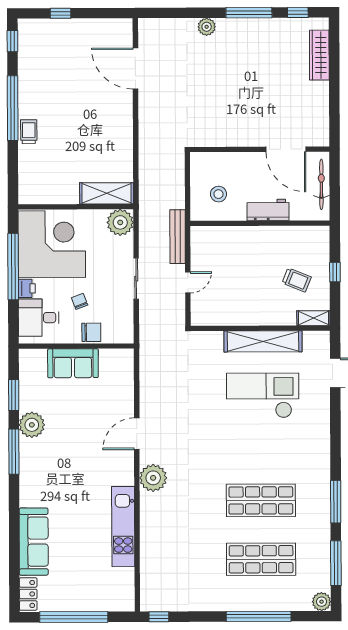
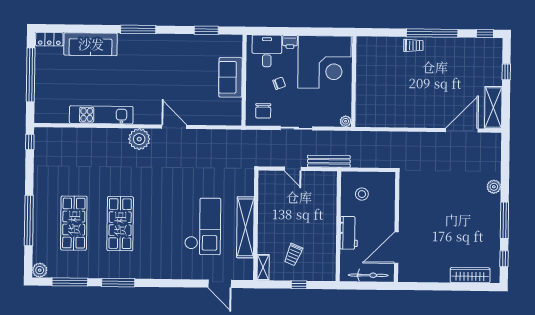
shelving: (107, 193) -> (493, 107), moved
plant: (120, 222) -> (346, 121), width x0.53, depth x0.53
window: (13, 267) -> (307, 31), removed
chair: (91, 332) -> (263, 111), moved
plant: (32, 425) -> (182, 44), removed
window: (14, 452) -> (138, 29), moved

